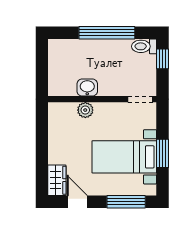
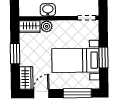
wardrobe: (62, 110) -> (30, 27), added
window: (42, 147) -> (15, 54), added
door: (77, 202) -> (41, 94), hinge flipped

